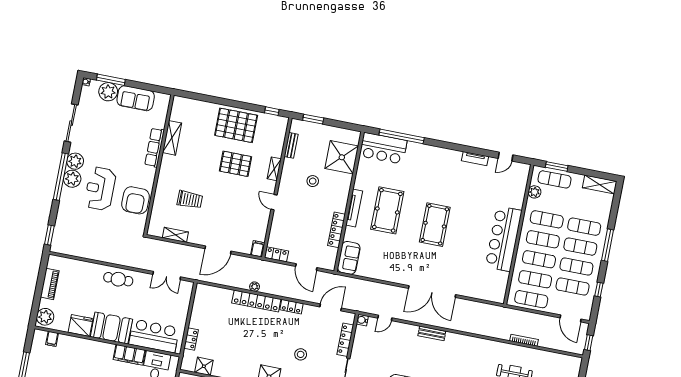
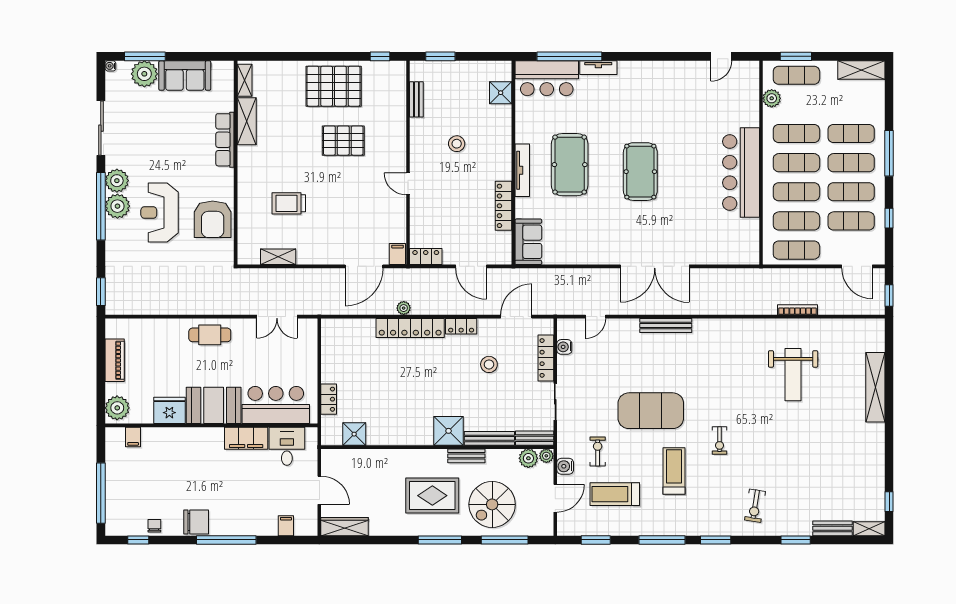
shower: (342, 157) -> (501, 93), width x0.54, depth x0.54
tv unit: (475, 159) -> (598, 68), moved
shelving: (274, 169) -> (245, 80), moved
trolley: (190, 200) -> (289, 203), turned 180
door: (218, 250) -> (364, 266), moved
water cooler: (362, 320) -> (564, 347), moved
bench: (432, 333) -> (666, 326), width x1.36
stool: (301, 354) -> (489, 364), moved

